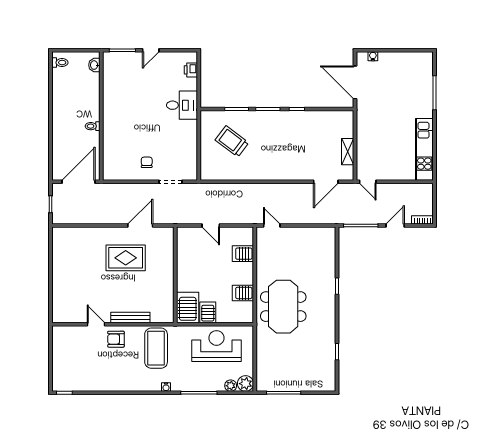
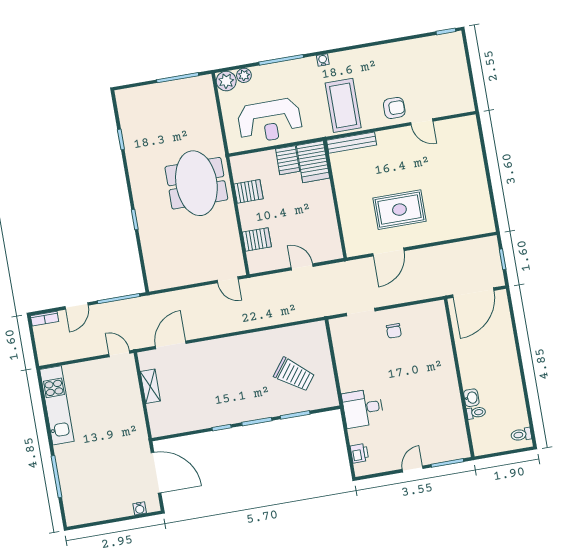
washbasin: (94, 65) -> (471, 398), moved
toilet: (93, 126) -> (476, 413), moved
bench: (130, 317) -> (352, 143), moved

